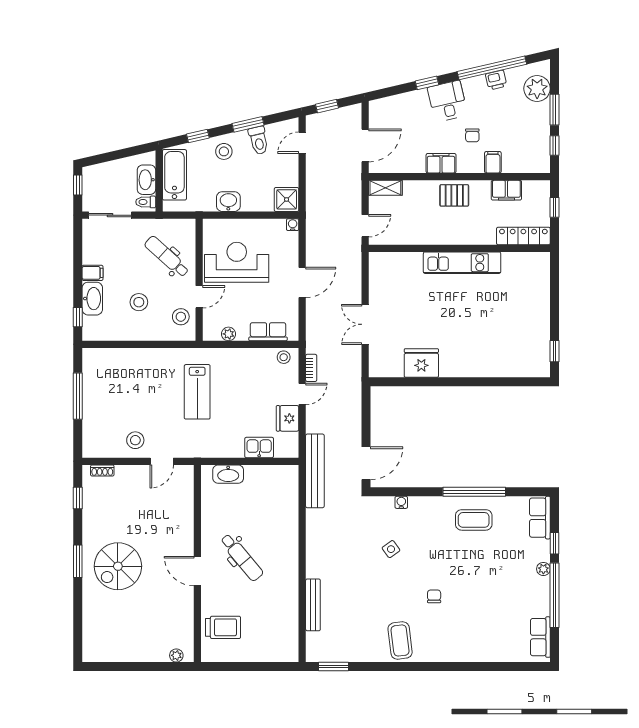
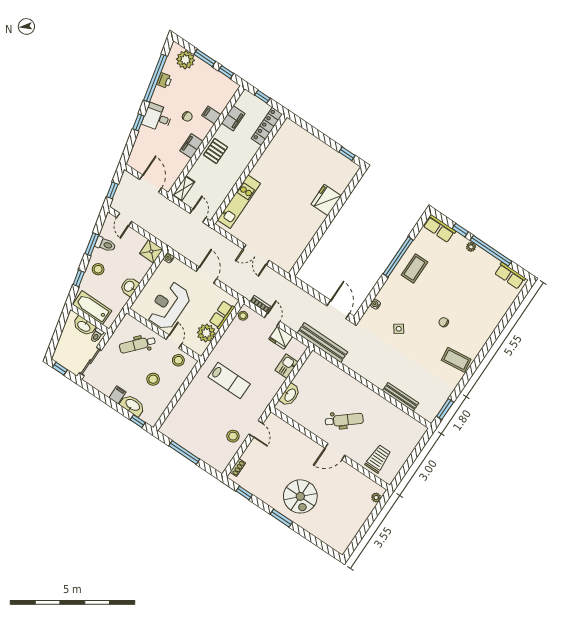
kitchen unit: (462, 263) -> (239, 202), moved
plant: (229, 334) -> (206, 333), width x1.87, depth x1.87
fridge: (421, 363) -> (326, 200), moved

